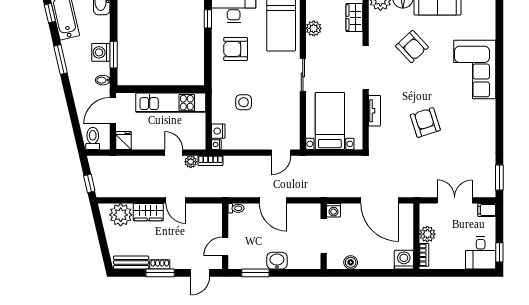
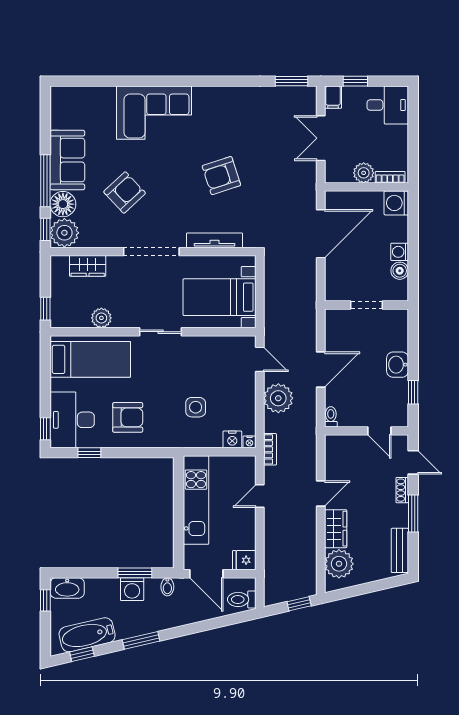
armchair: (236, 49) -> (128, 417), turned -90
tv unit: (374, 111) -> (214, 240), width x1.41
plant: (191, 162) -> (278, 398), moved, width x1.88, depth x1.88
washing machine: (334, 210) -> (400, 252), moved, turned 180
doorway: (324, 236) -> (367, 305), width x0.73
window: (499, 252) -> (355, 81), moved
shoe rack: (160, 264) -> (402, 490), moved
window: (255, 273) -> (413, 392), width x0.67

